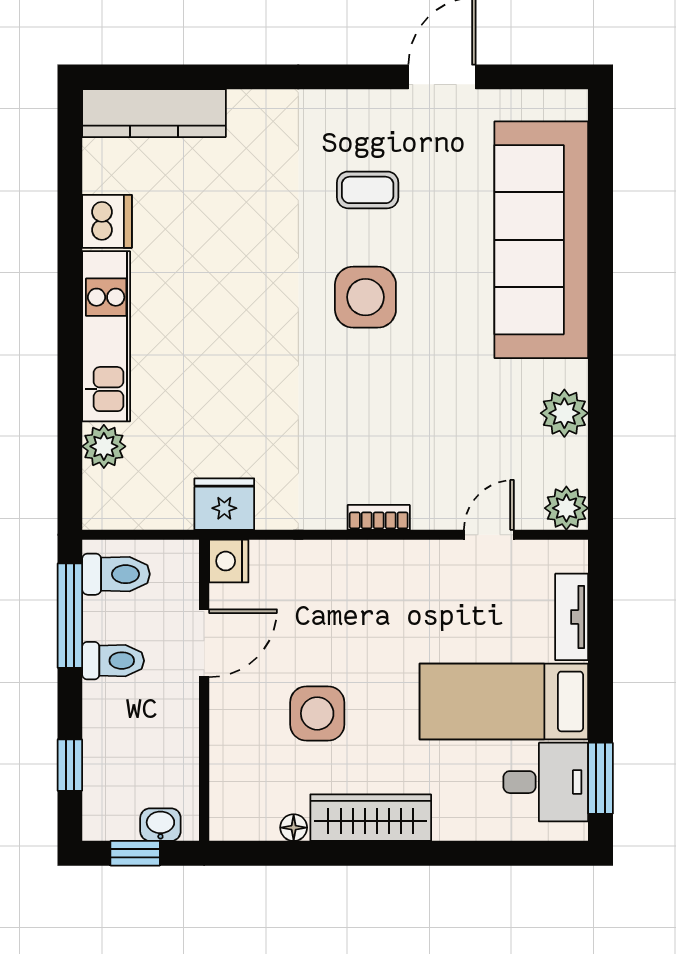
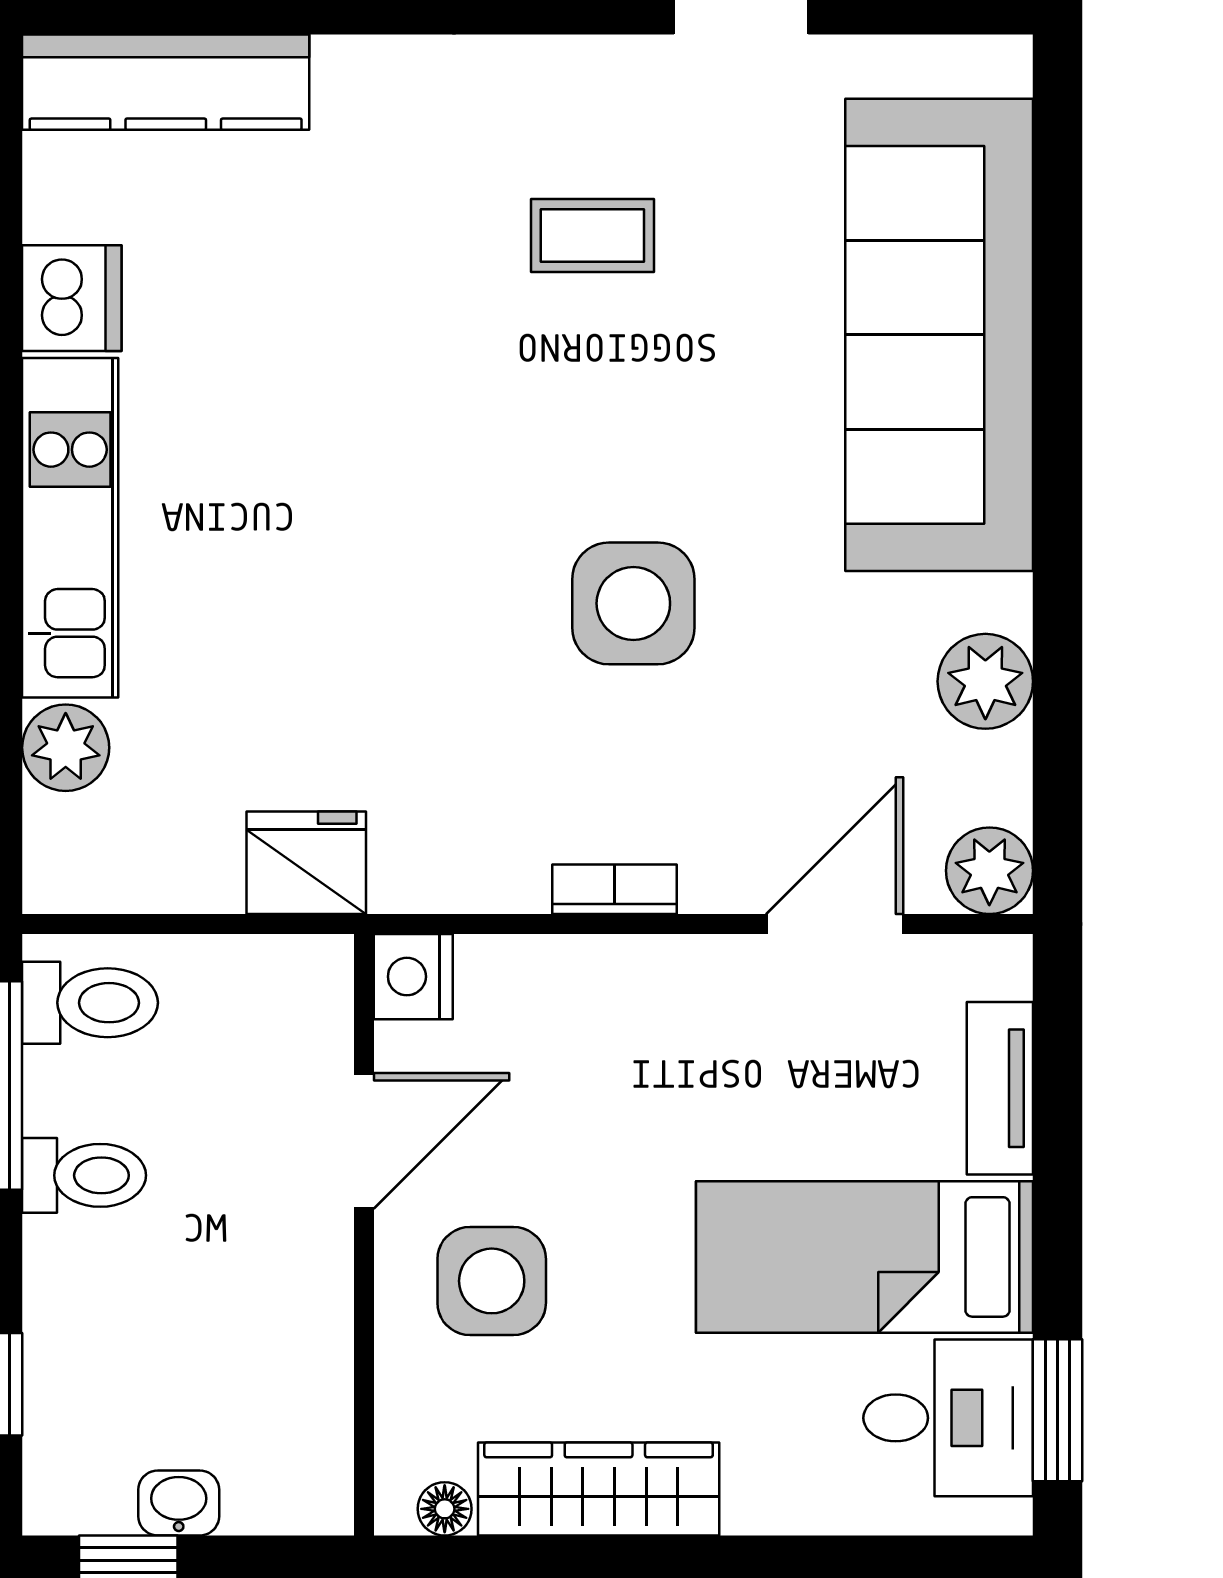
side table: (365, 297) -> (633, 603), moved
door: (489, 535) -> (835, 924), width x1.38
nightstand: (229, 561) -> (413, 977), moved
door: (204, 643) -> (364, 1141), moved
wall: (204, 690) -> (364, 1235), moved

